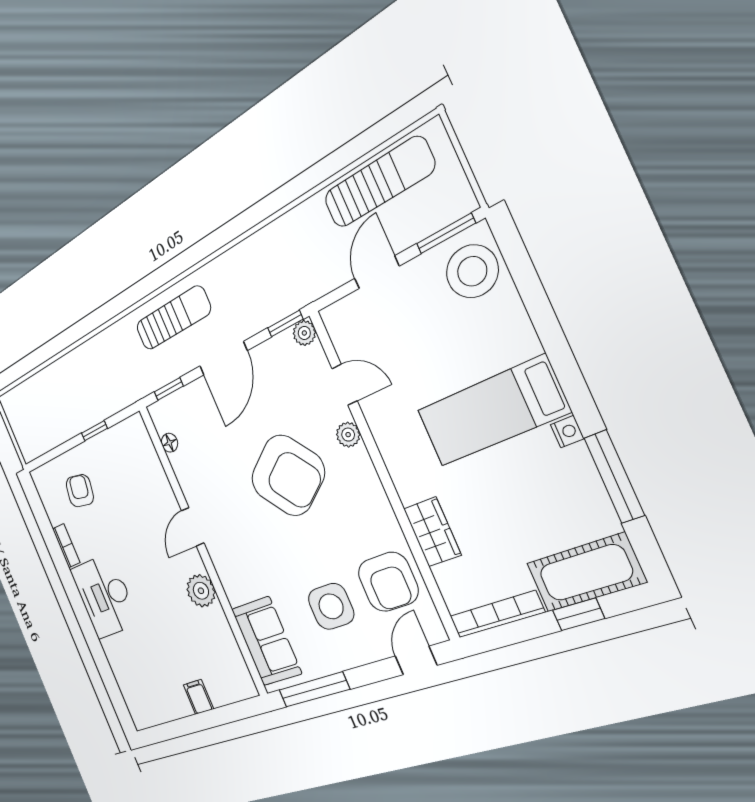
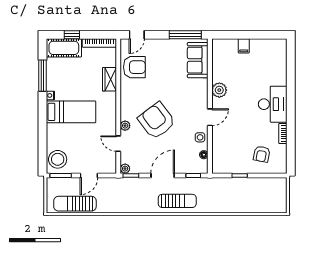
sun lounger: (173, 318) -> (177, 201), turned 180
armchair: (388, 582) -> (134, 67), turned 90
side table: (331, 606) -> (200, 137), moved, width x0.54, depth x0.54

